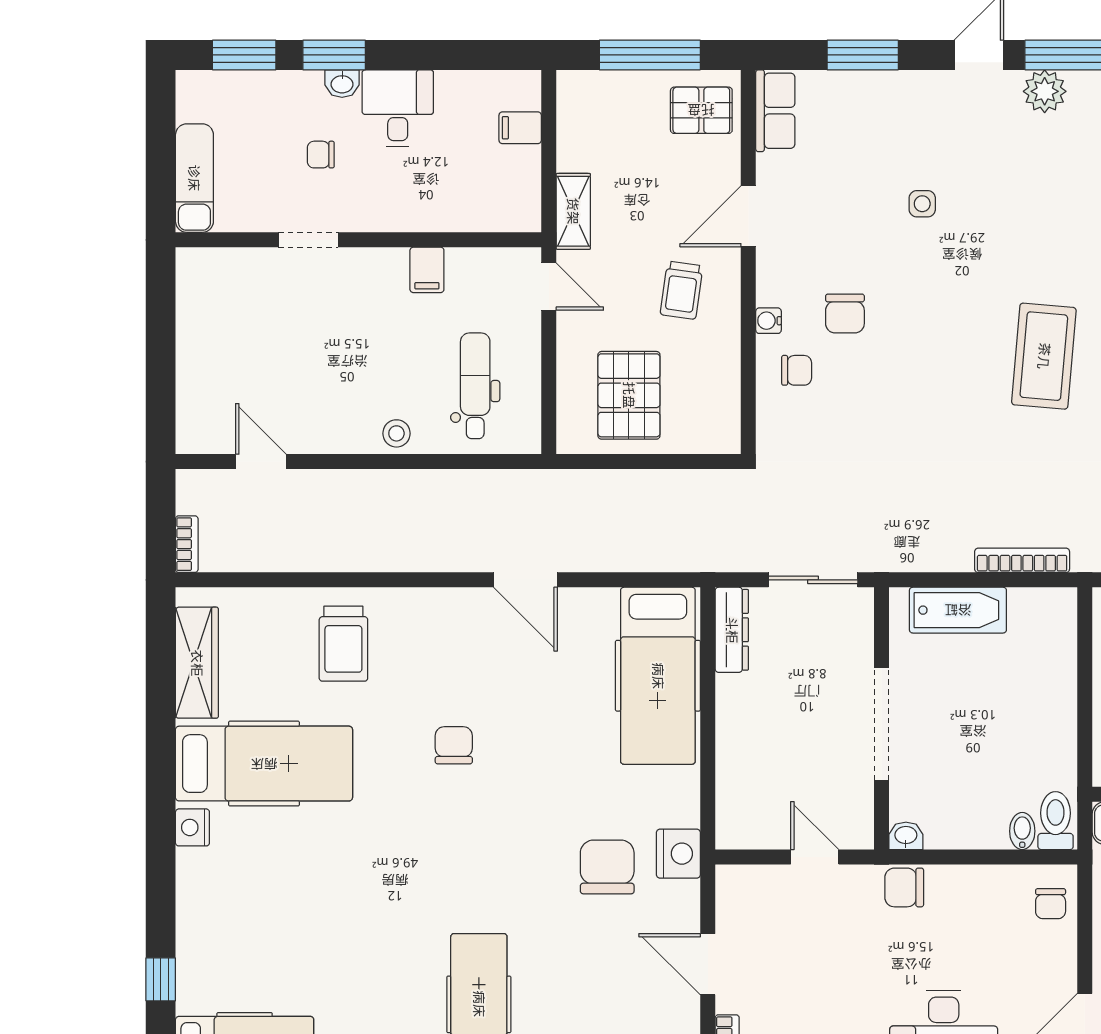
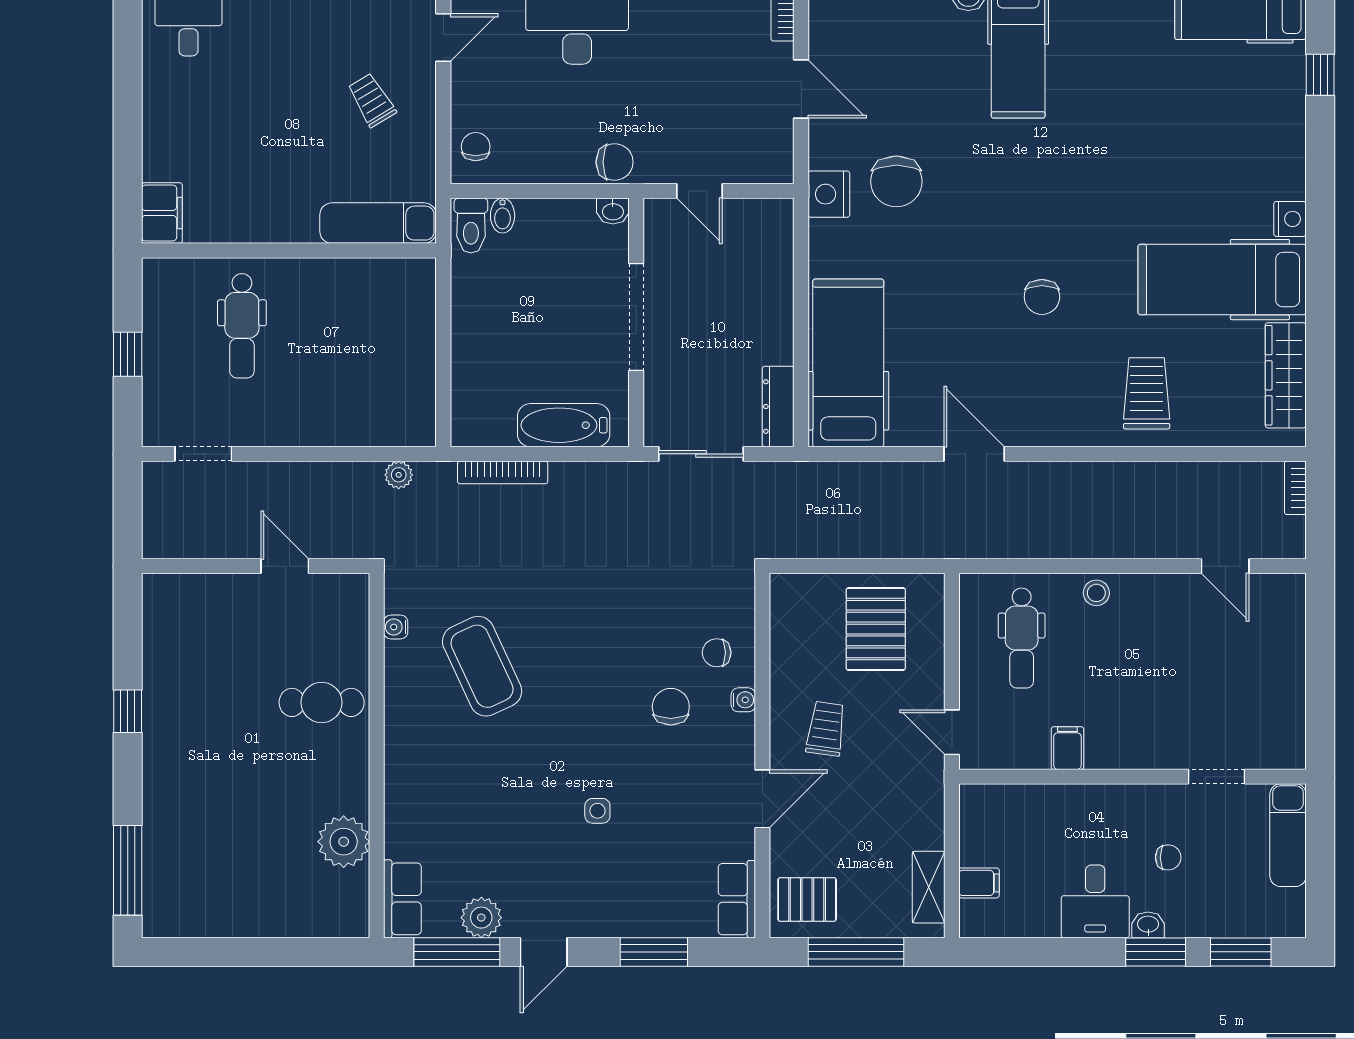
shelving: (573, 211) -> (929, 887), moved
doorway: (308, 240) -> (1216, 777), moved
coffee table: (1044, 356) -> (482, 666), turned -30

